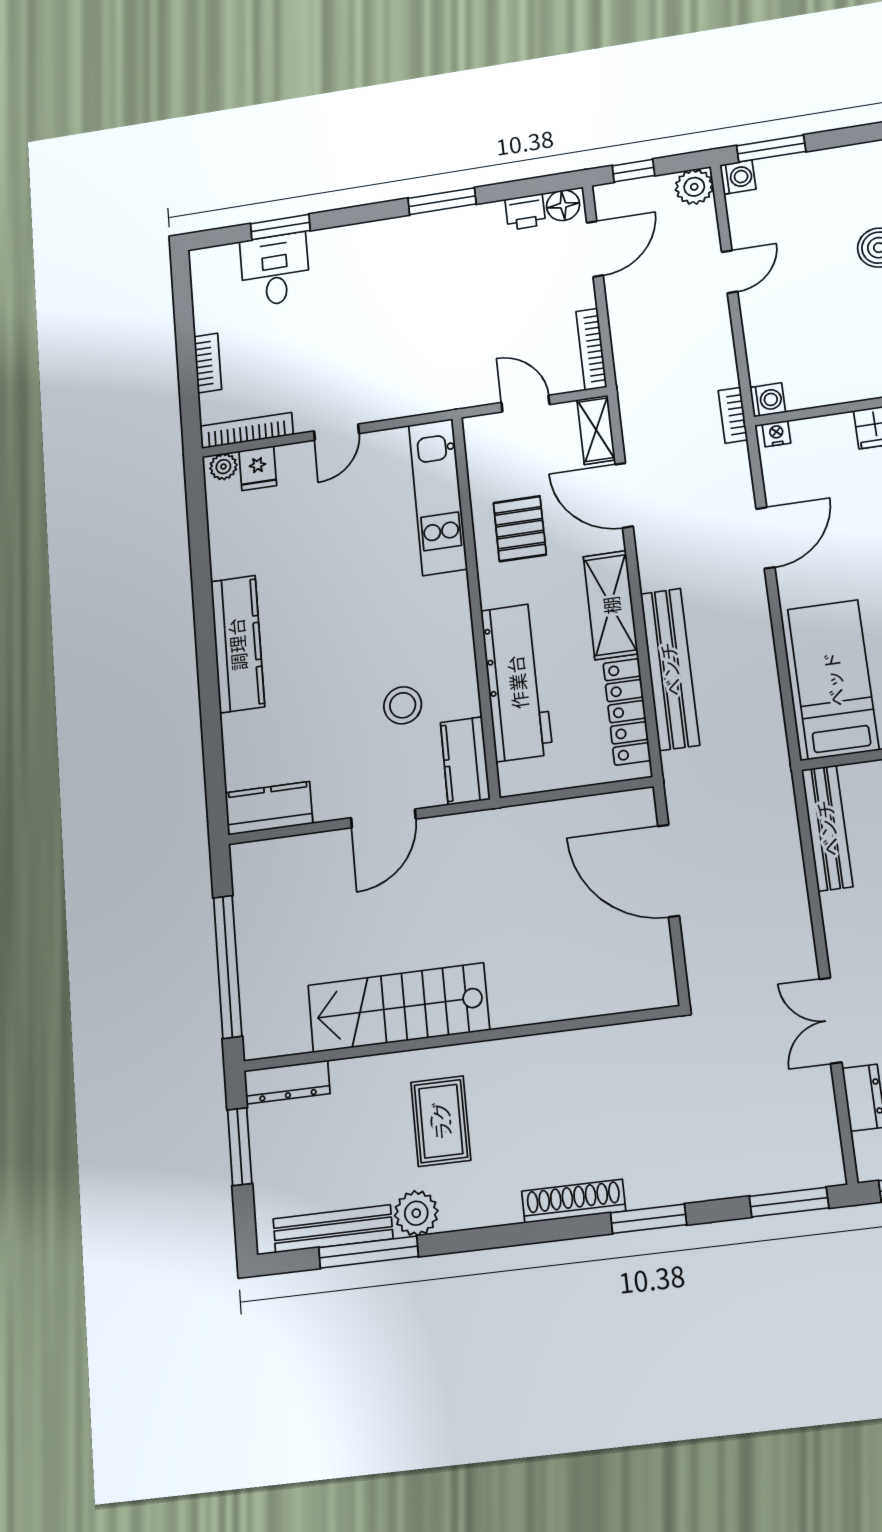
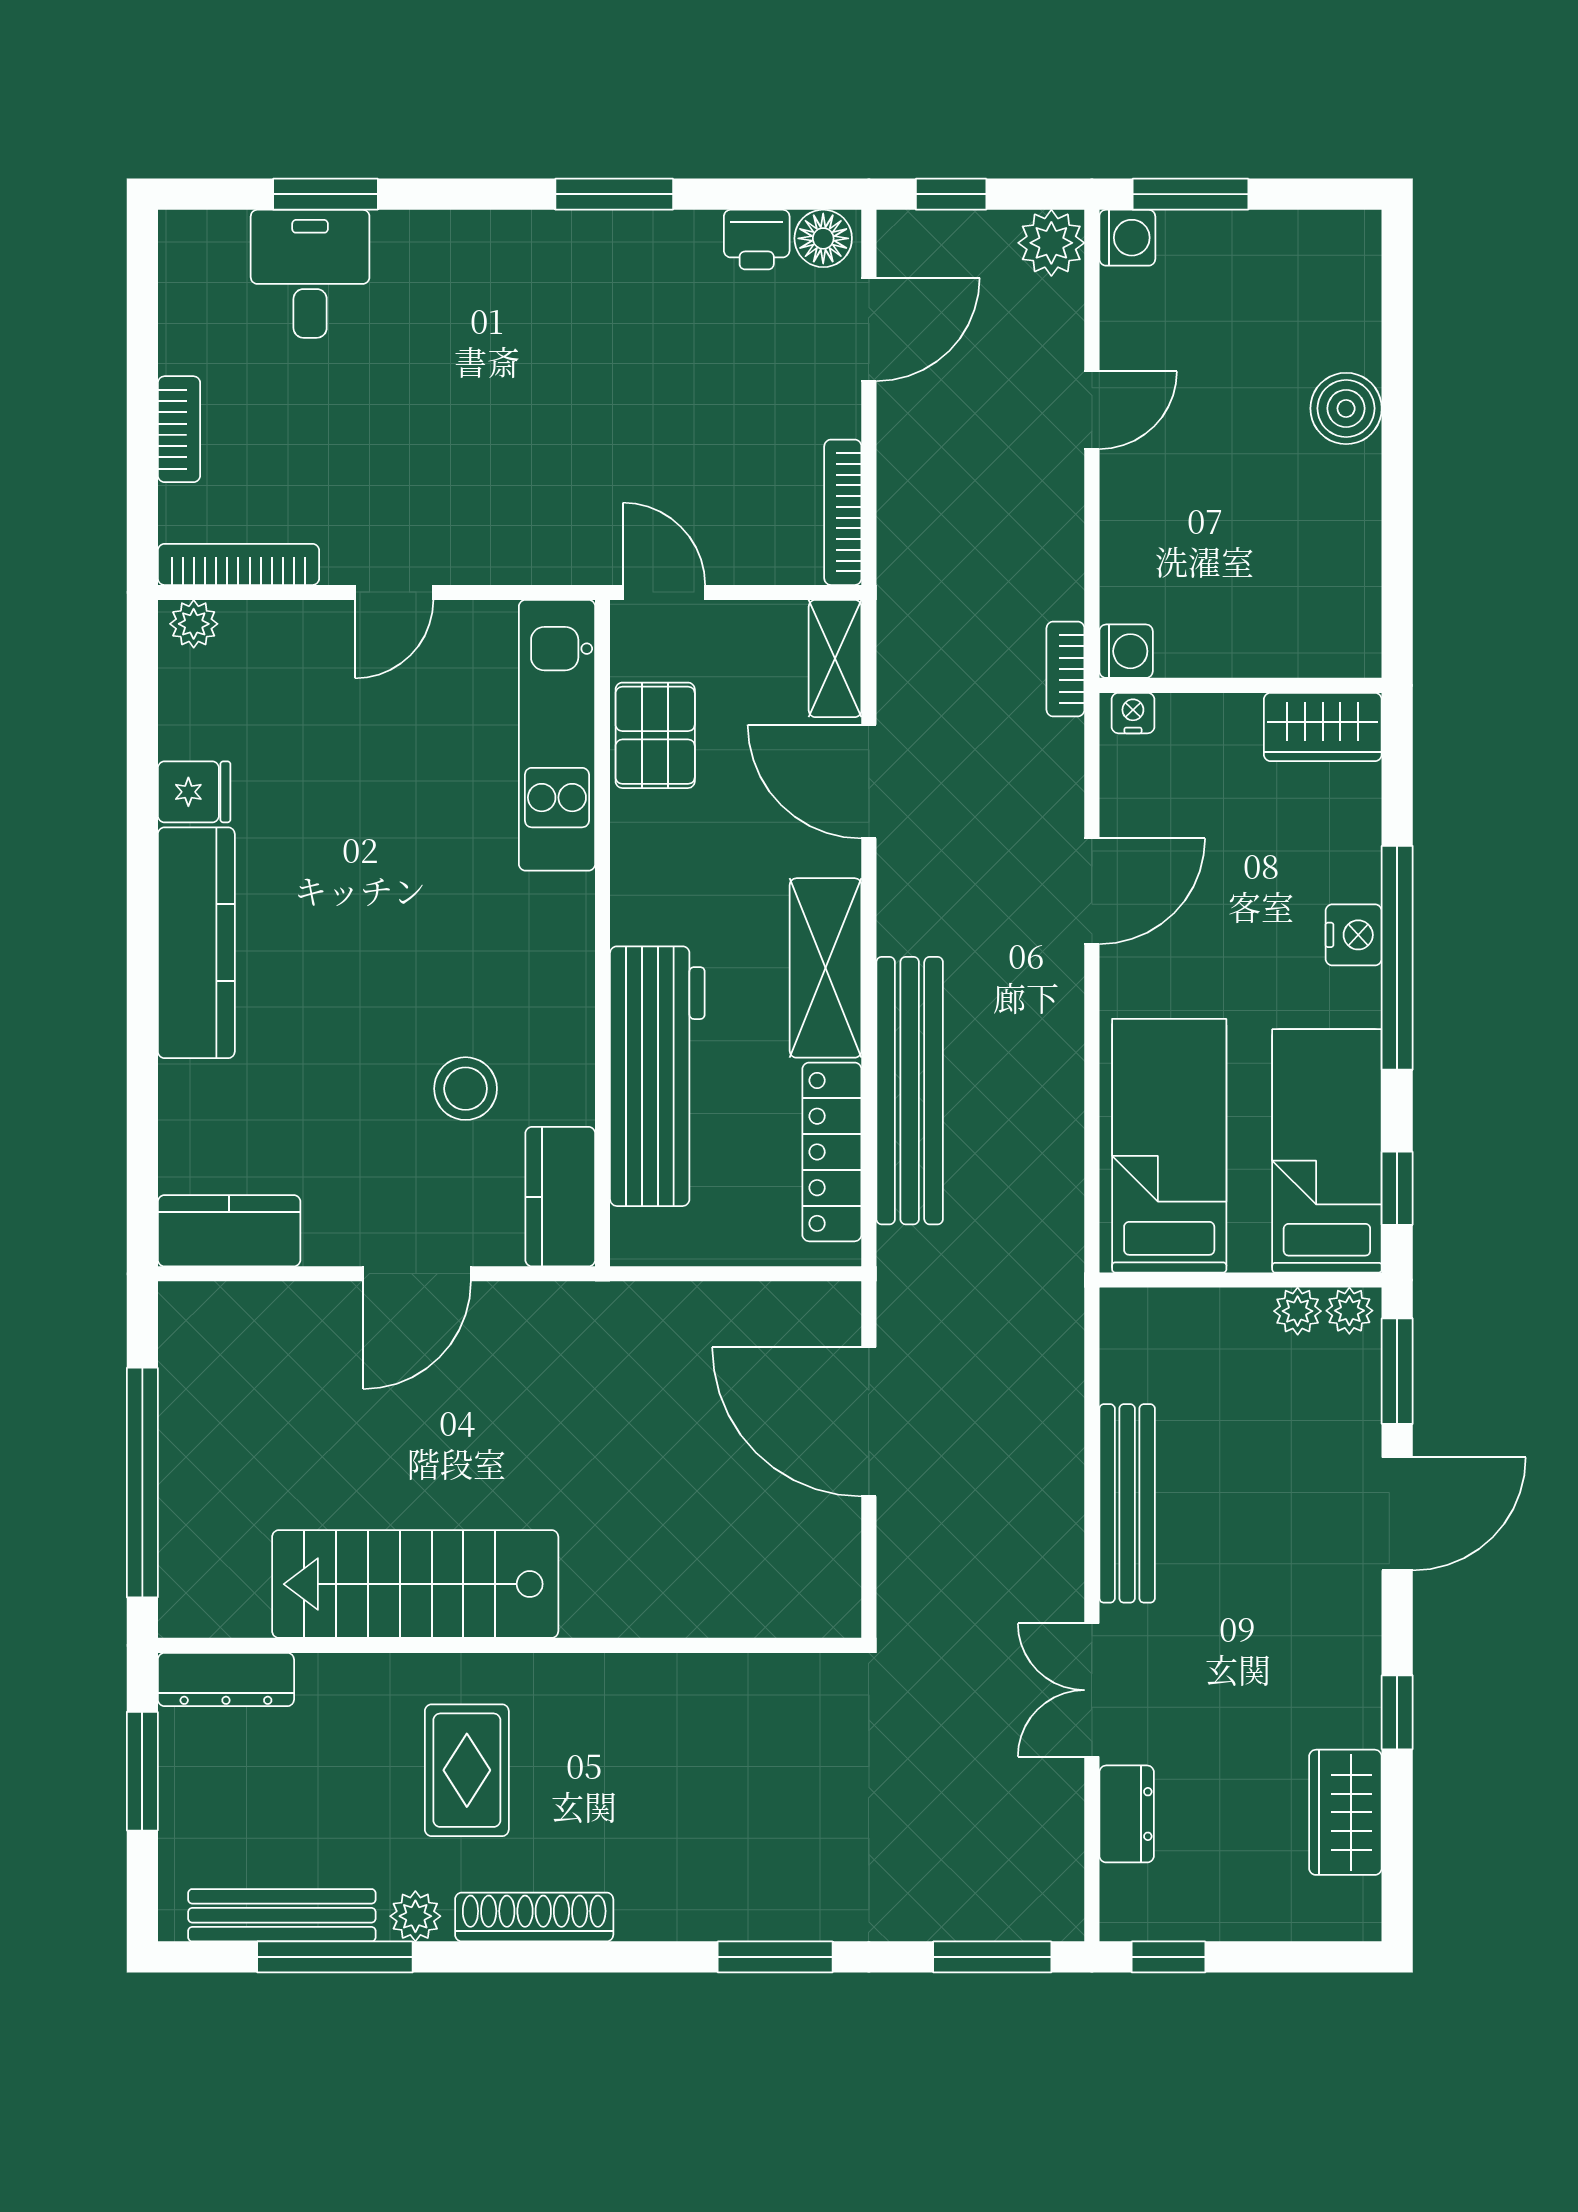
door: (525, 404) -> (664, 592), moved
fridge: (258, 468) -> (194, 792), moved, turned -90
pallet: (520, 529) -> (655, 735), moved
bench: (827, 828) -> (1127, 1503), moved
shoe rack: (574, 1201) -> (534, 1917), moved
plant: (416, 1213) -> (415, 1916), width x0.73, depth x0.73

